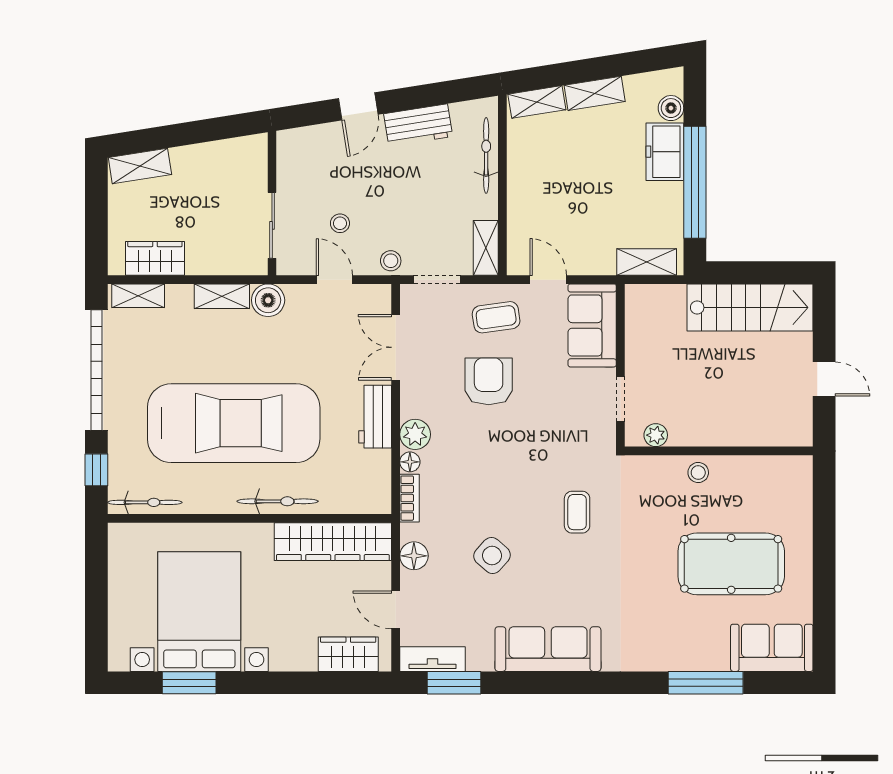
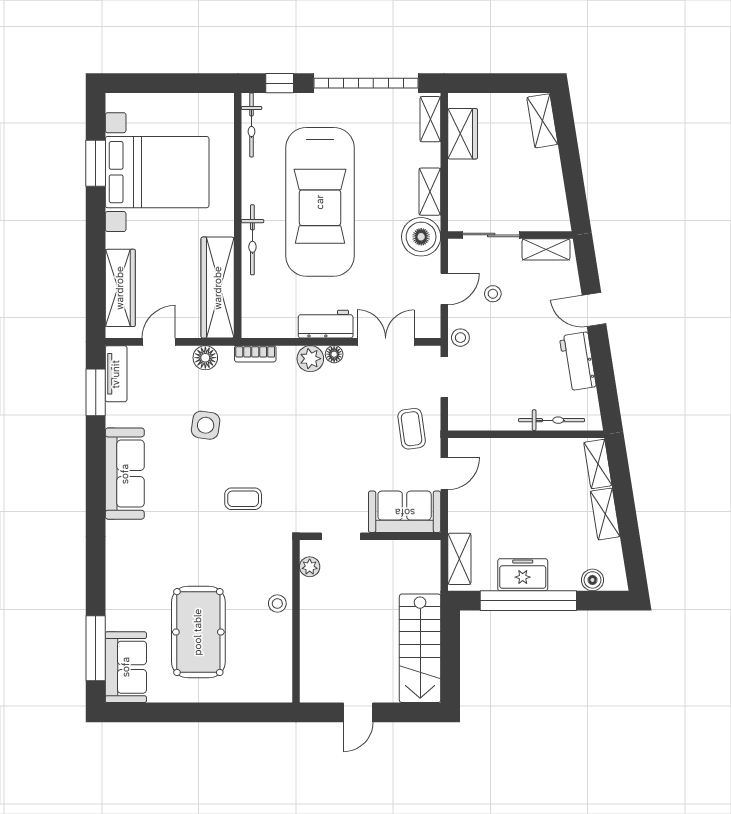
freezer: (665, 152) -> (523, 575), moved
shelving: (486, 248) -> (546, 249), moved
boiler: (268, 300) -> (421, 237), width x1.37, depth x1.37
armchair: (489, 381) -> (356, 422), removed
floor lamp: (410, 462) -> (334, 354), moved
side table: (492, 556) -> (206, 425), turned -33
wardrobe: (348, 654) -> (120, 288), width x1.50
window: (706, 683) -> (96, 648), moved

